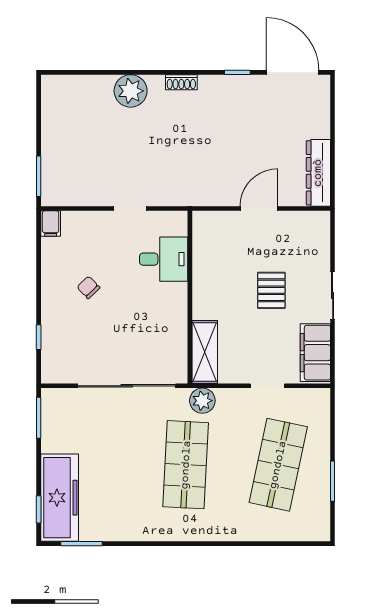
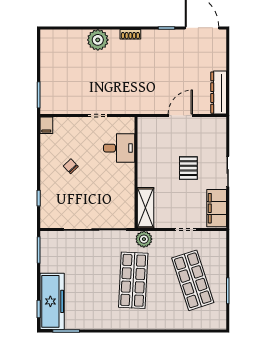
shop shelf: (278, 465) -> (193, 280), turned -30

